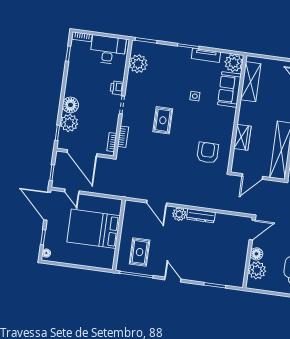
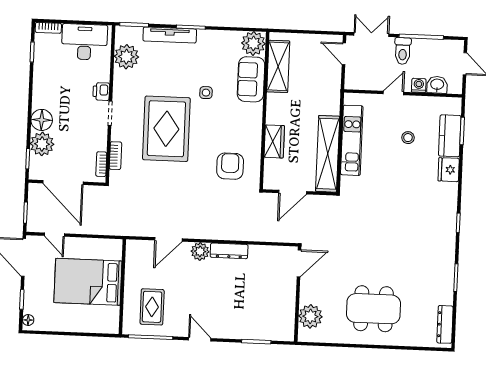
tv unit: (206, 55) -> (170, 35), moved, width x1.41
rug: (163, 120) -> (166, 129), width x1.86, depth x2.06
door: (157, 203) -> (168, 239), hinge flipped
floor lamp: (256, 254) -> (308, 295), removed

